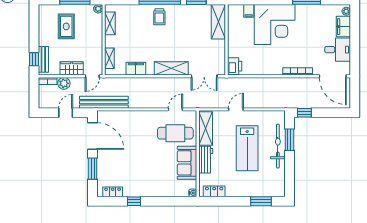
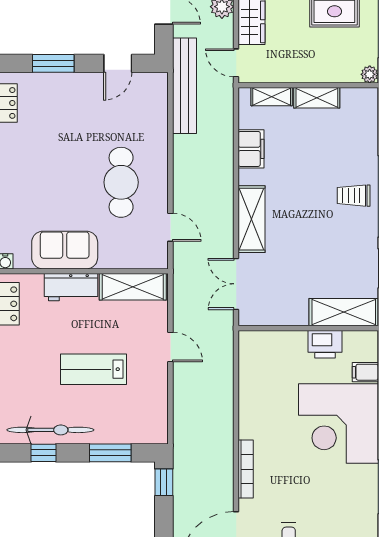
shelving: (110, 23) -> (317, 98), moved
printer: (235, 66) -> (325, 344), moved
cafe table: (175, 133) -> (121, 182), moved
door: (93, 136) -> (118, 63), width x0.53
bicycle: (278, 146) -> (50, 430), moved
lab bench: (247, 148) -> (93, 369), width x0.73, depth x0.72
window: (289, 174) -> (43, 453), added

